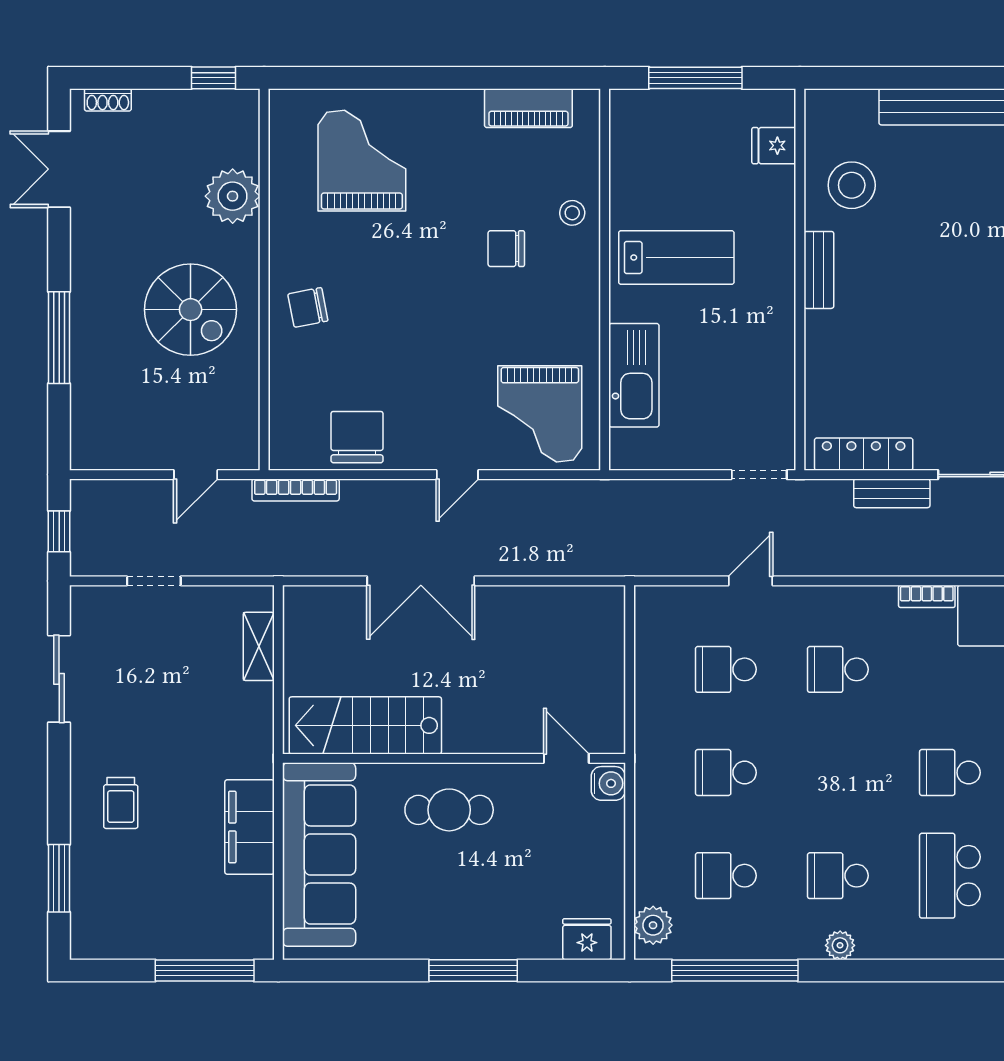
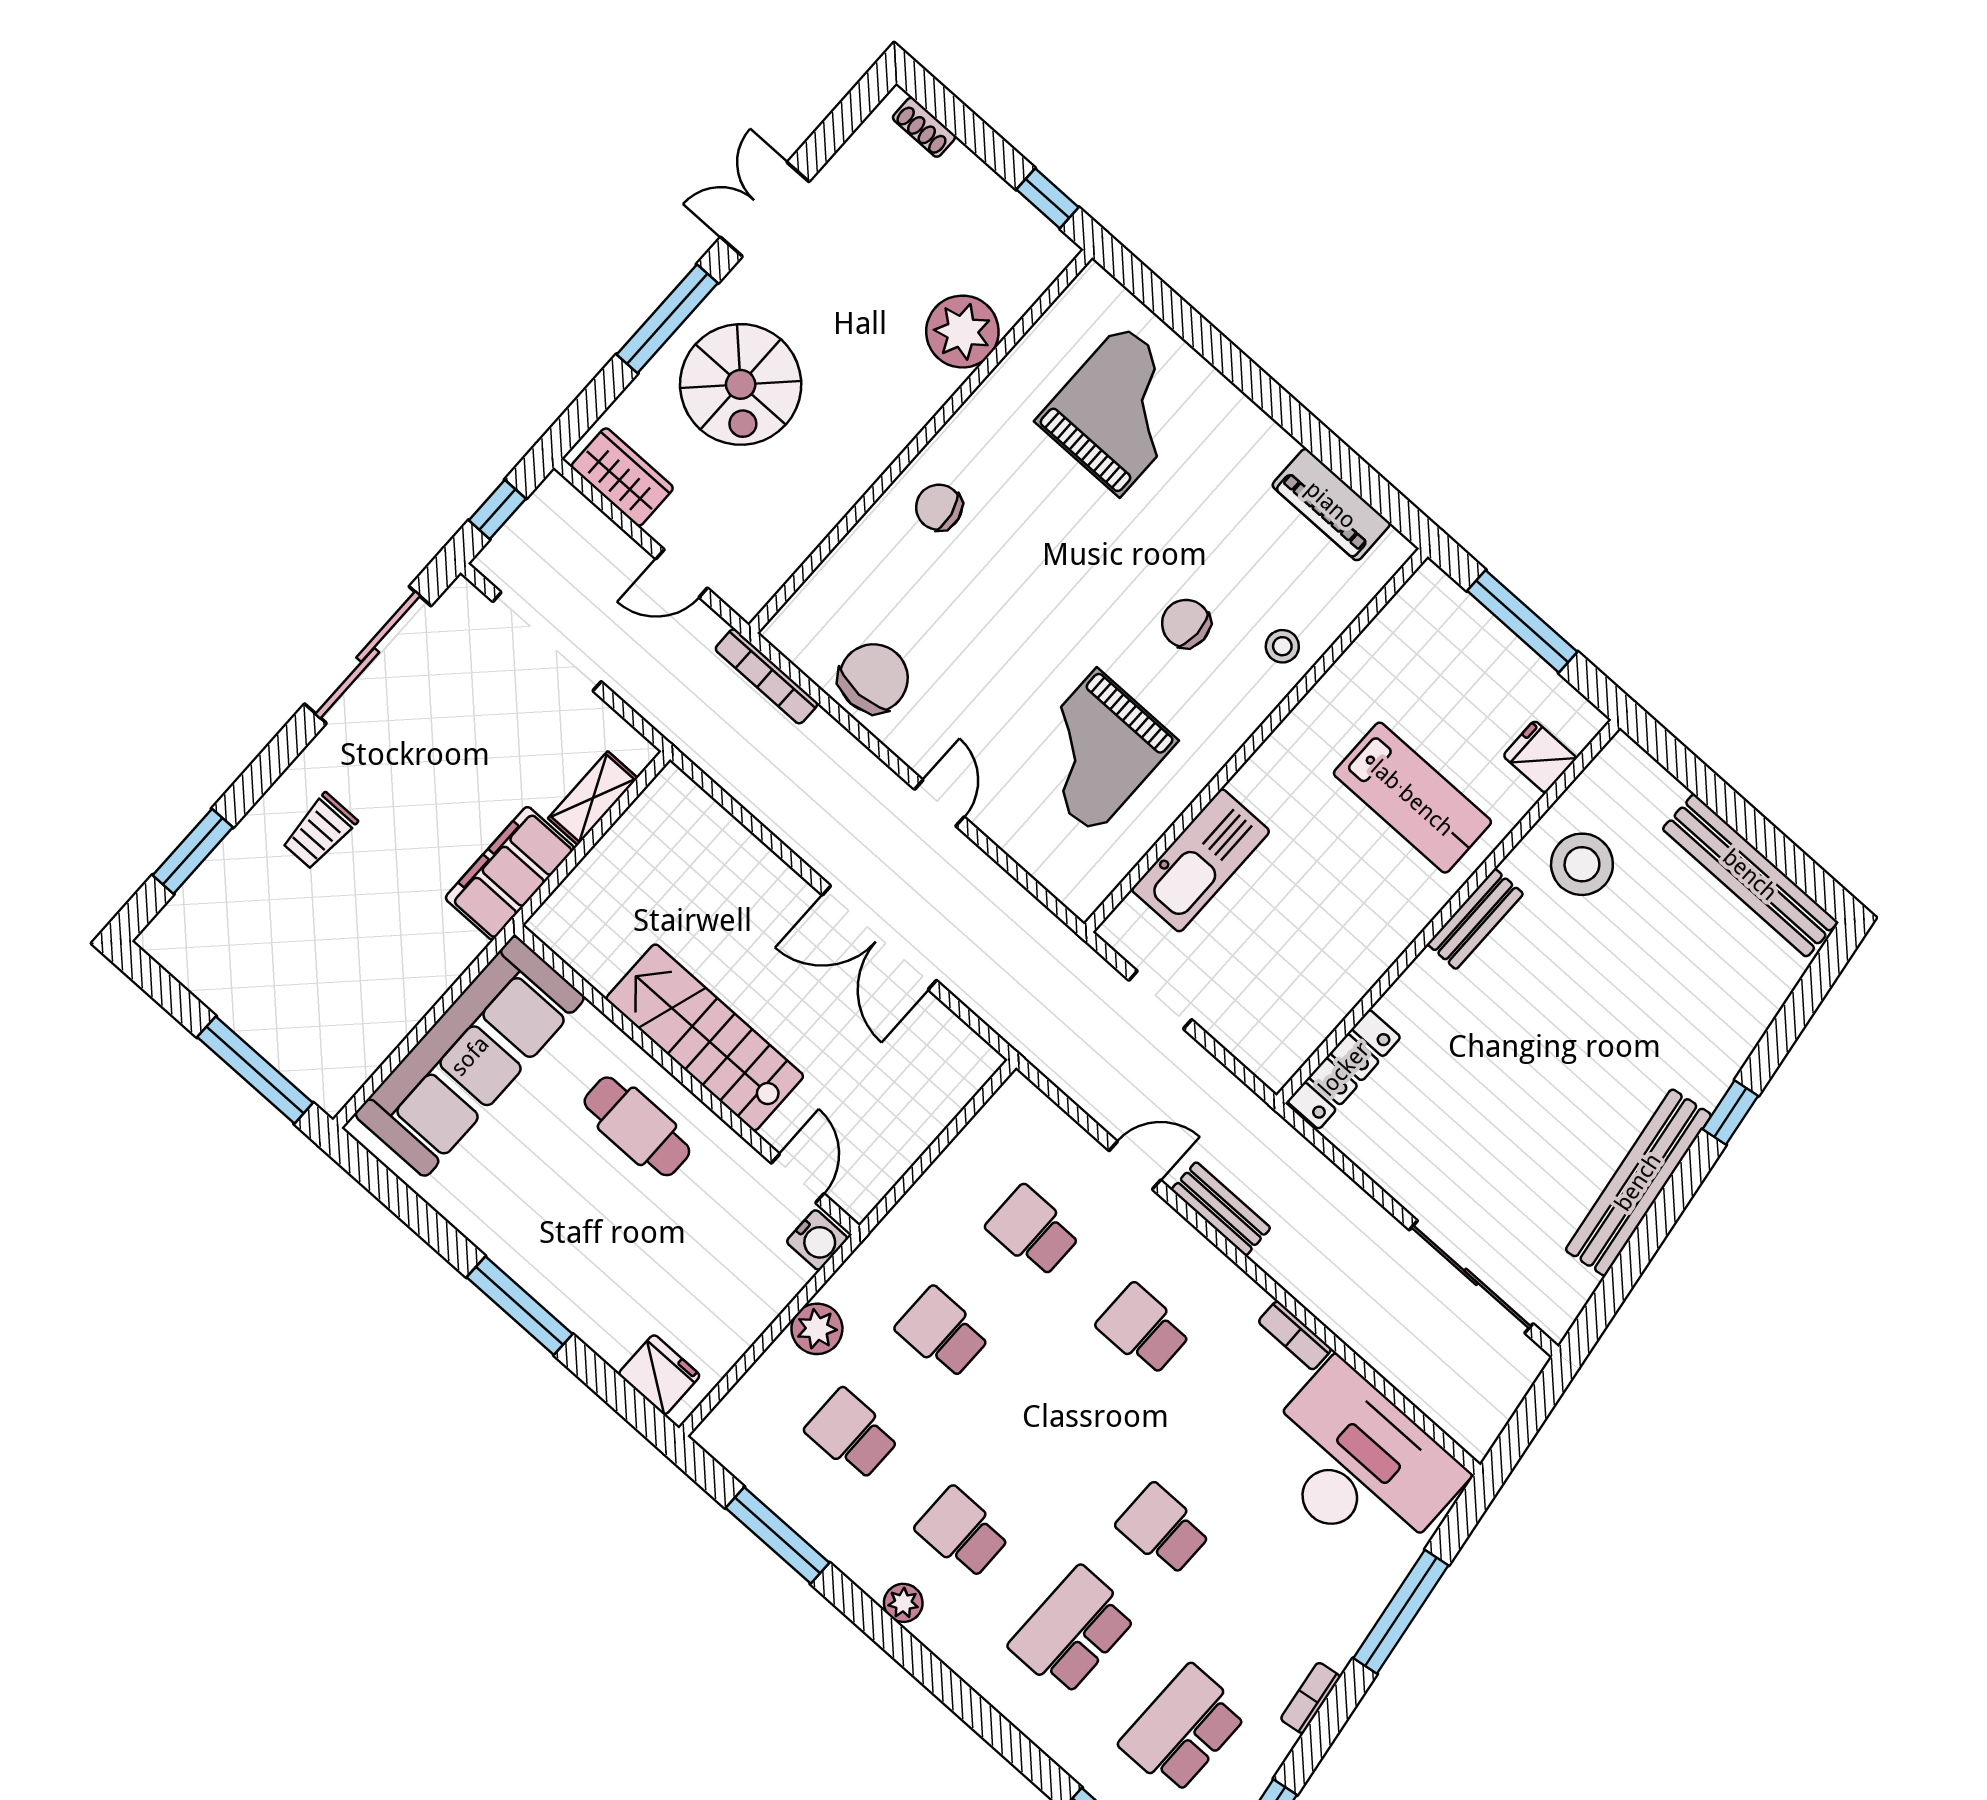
double door: (59, 169) -> (765, 209), moved
lab bench: (676, 257) -> (1412, 798), moved
spiral stairs: (191, 310) -> (741, 384), moved
grand piano: (540, 414) -> (1096, 751), moved
wardrobe: (113, 450) -> (622, 477), added
locker: (864, 454) -> (1344, 1069), moved, turned 90
door: (457, 475) -> (939, 803), swing flipped
doorway: (759, 475) -> (1160, 1000), moved
bench: (892, 493) -> (1221, 1209), moved
doorway: (154, 581) -> (547, 642), width x1.88
double door: (421, 581) -> (879, 938), moved
sliding door: (59, 679) -> (368, 655), width x1.37
stairs: (365, 725) -> (705, 1037), moved
filing cabinet: (250, 827) -> (510, 873), moved
plant: (653, 925) -> (817, 1329), moved
window: (735, 971) -> (777, 1535), width x0.68

